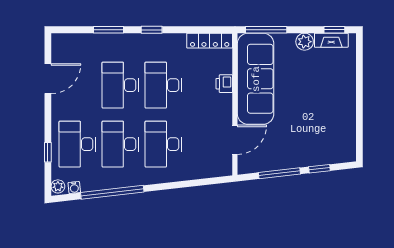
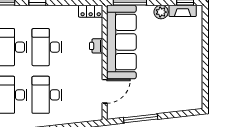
locker: (210, 41) -> (91, 11), width x0.66
window: (319, 169) -> (173, 115), removed

